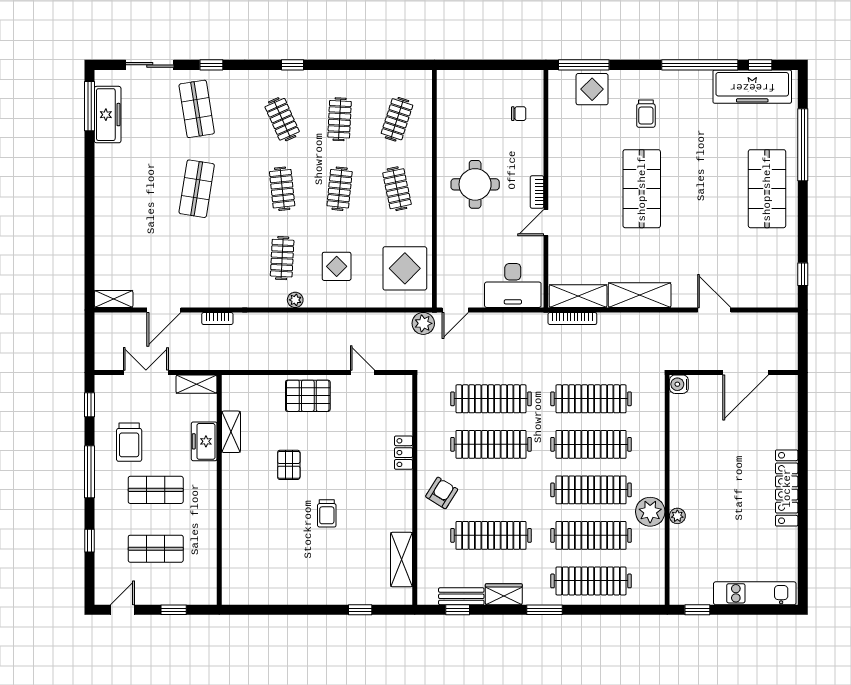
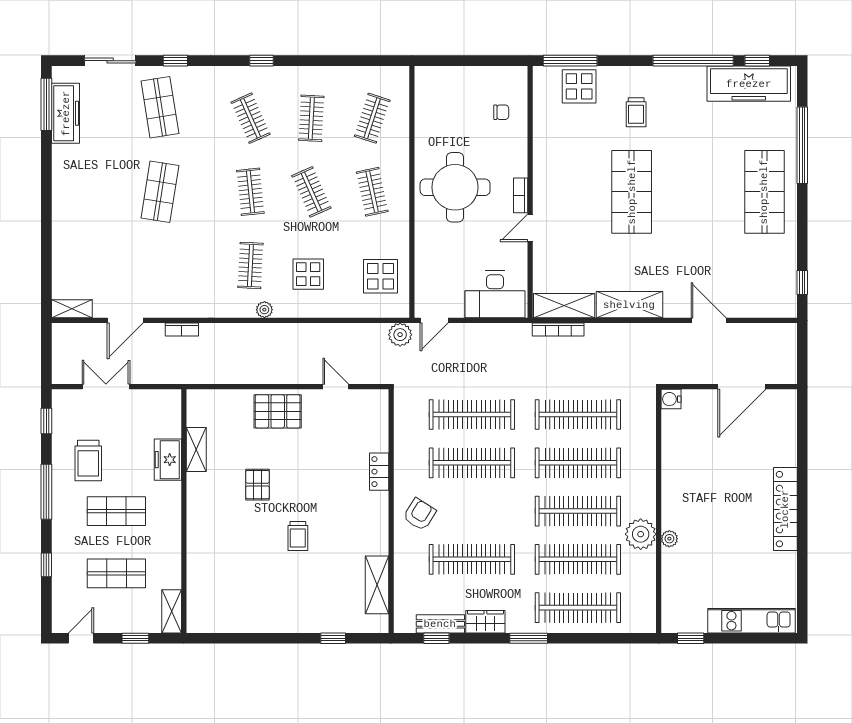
round table: (475, 184) -> (455, 187), width x1.36, depth x1.36
clothes rail: (340, 189) -> (311, 192), turned -30
display table: (405, 268) -> (380, 276), width x0.73, depth x0.73
shelving: (196, 384) -> (172, 611), moved, turned 90

